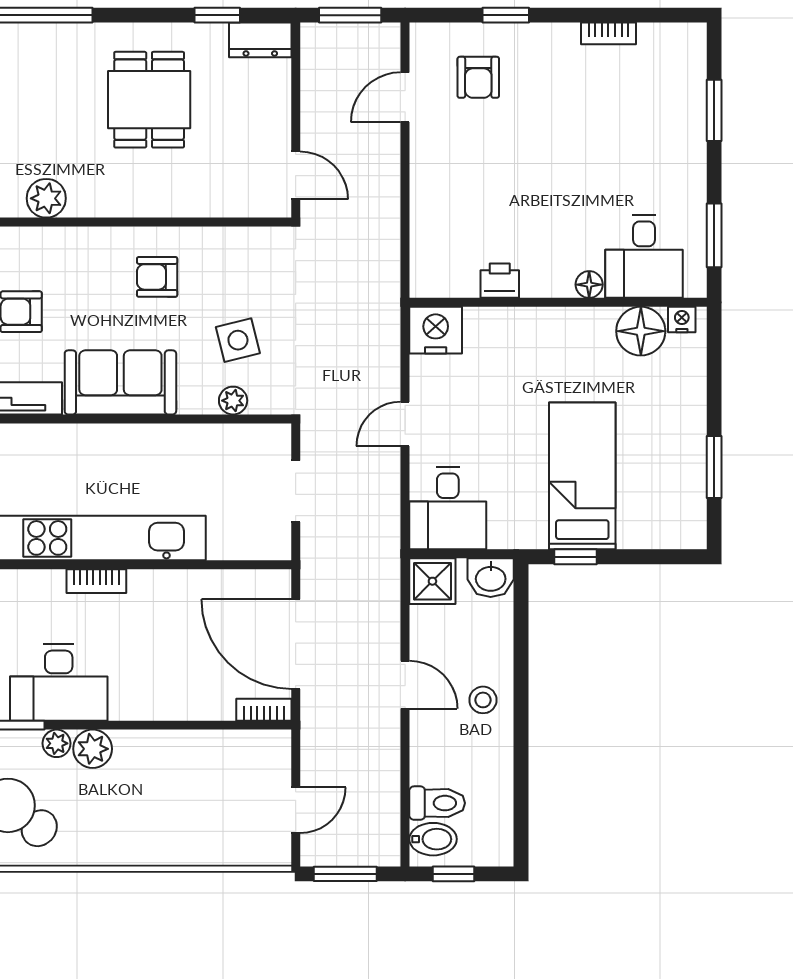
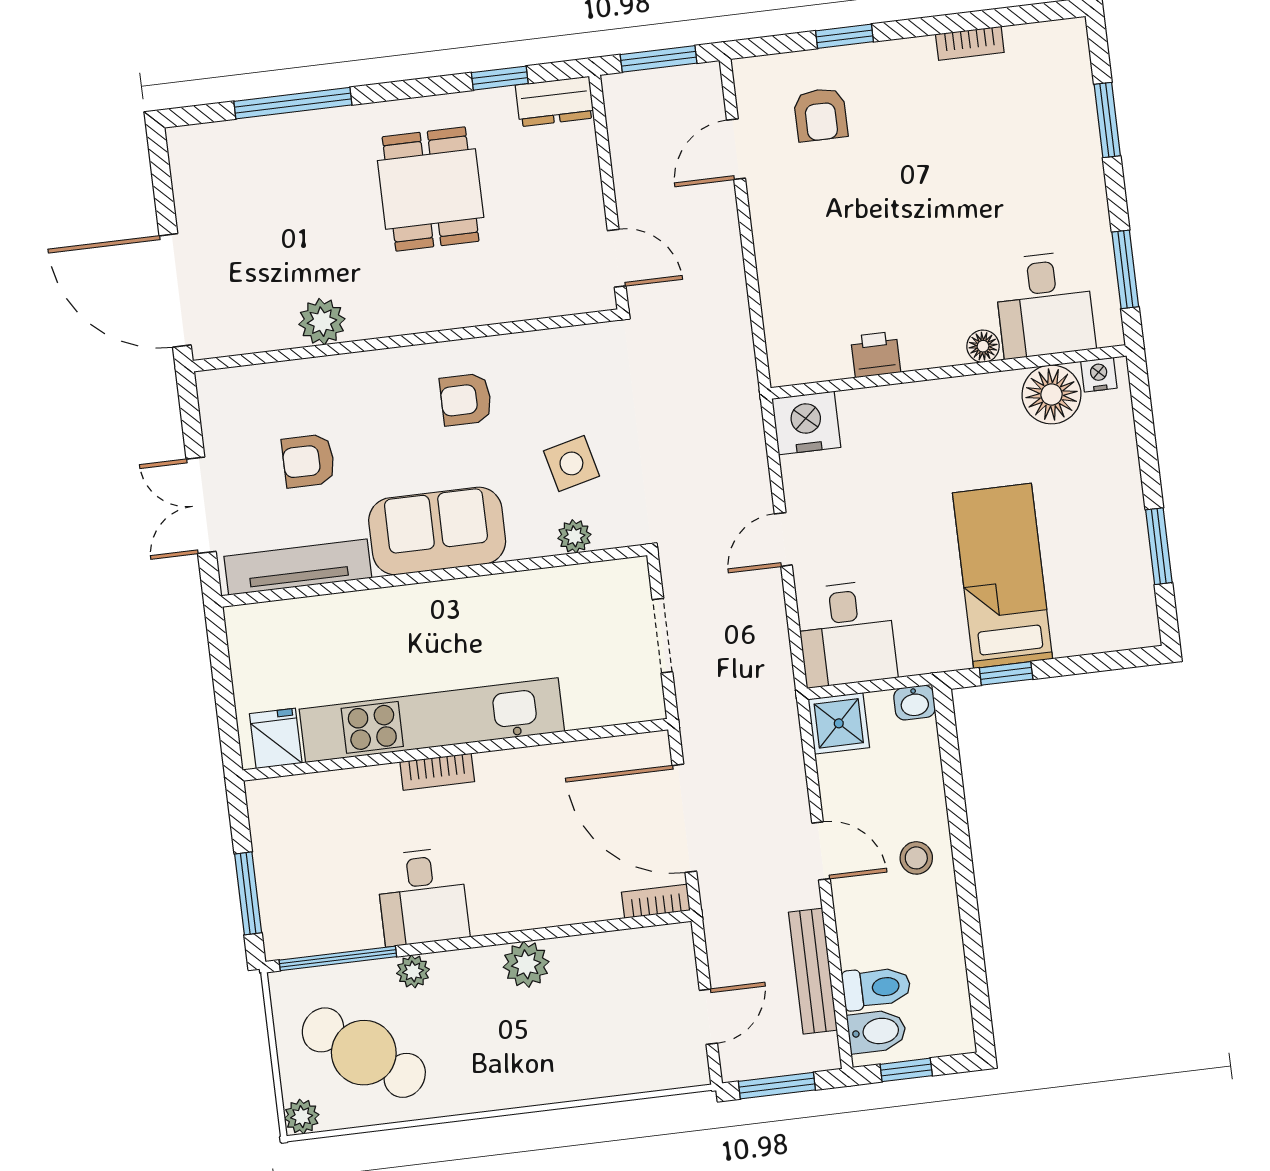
washbasin: (491, 578) -> (915, 703), width x0.72, depth x0.69
desk: (59, 683) -> (423, 897), width x0.73
plant: (93, 749) -> (526, 964), moved
bench: (386, 783) -> (813, 971), added

